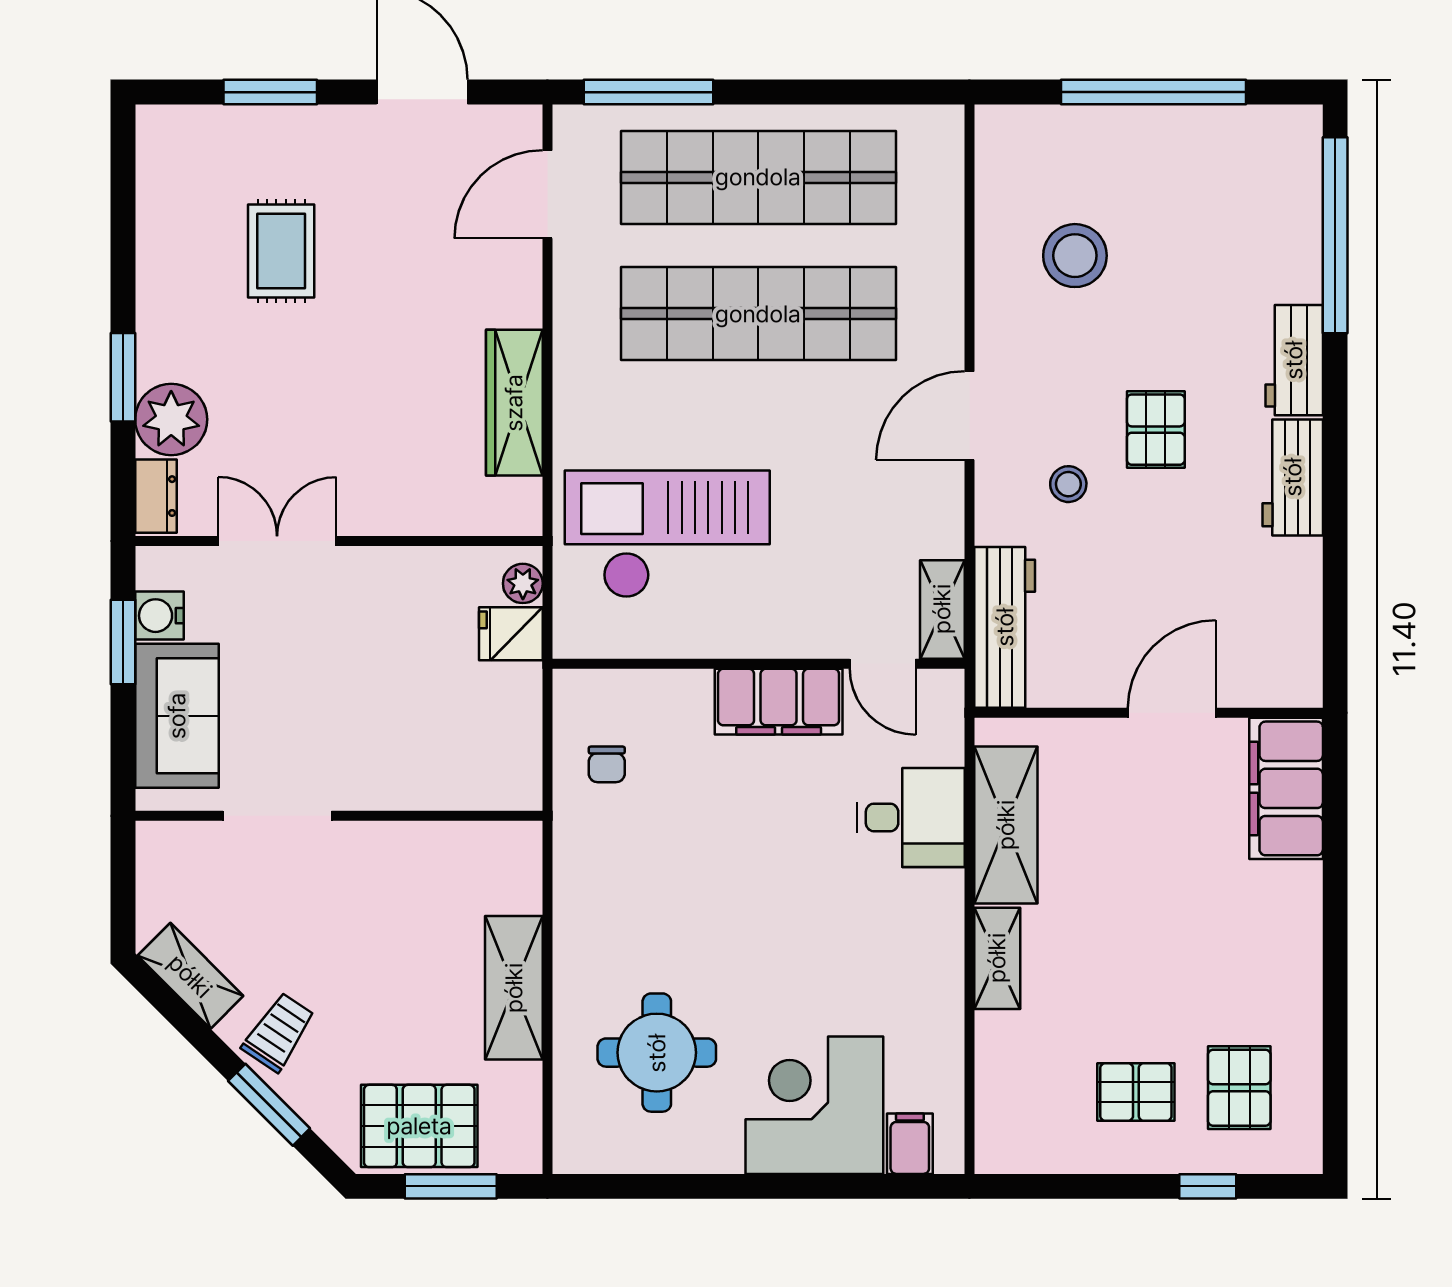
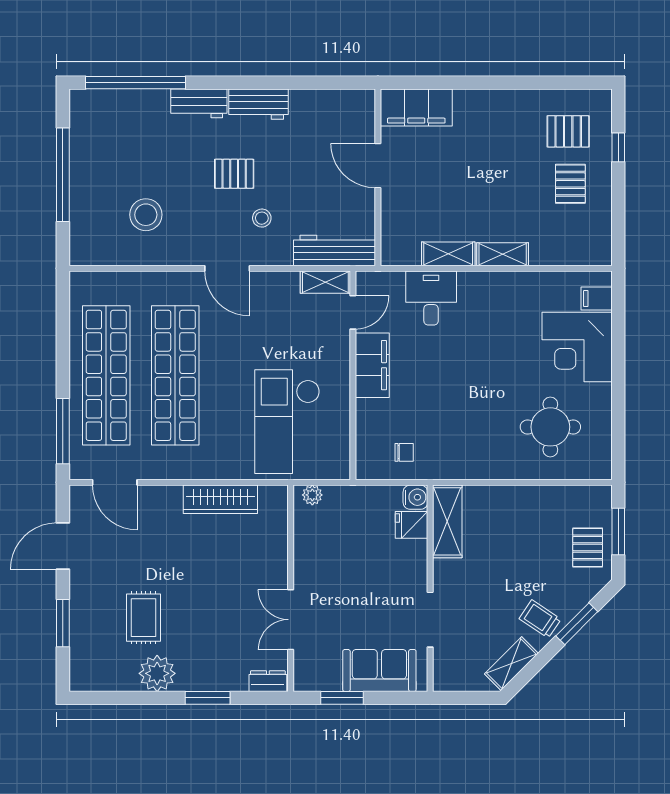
rug: (281, 251) -> (144, 618), turned 90
plant: (171, 419) -> (157, 673), moved
water cooler: (159, 616) -> (415, 497), moved, turned -90
fridge: (511, 634) -> (412, 525), moved, turned 90
shelving: (1006, 825) -> (448, 254), width x0.67, depth x0.75
shelving: (514, 988) -> (447, 521), moved, turned 90
pallet: (419, 1126) -> (588, 548), width x0.67, depth x0.71

